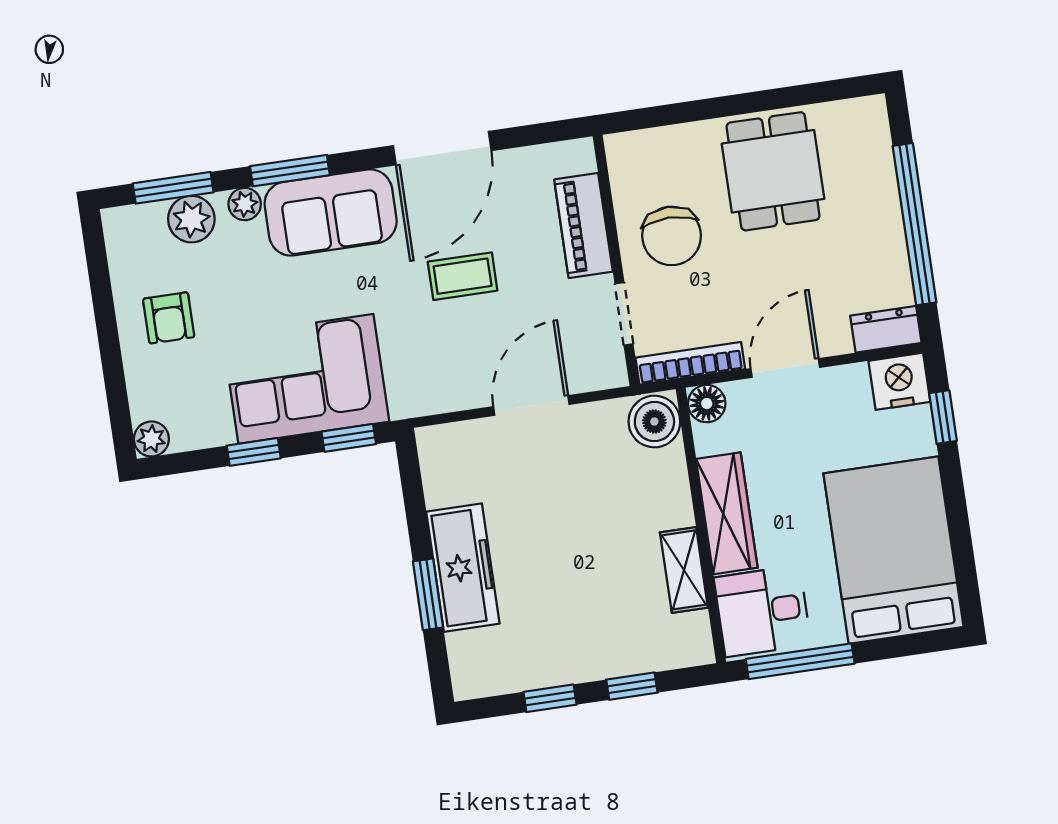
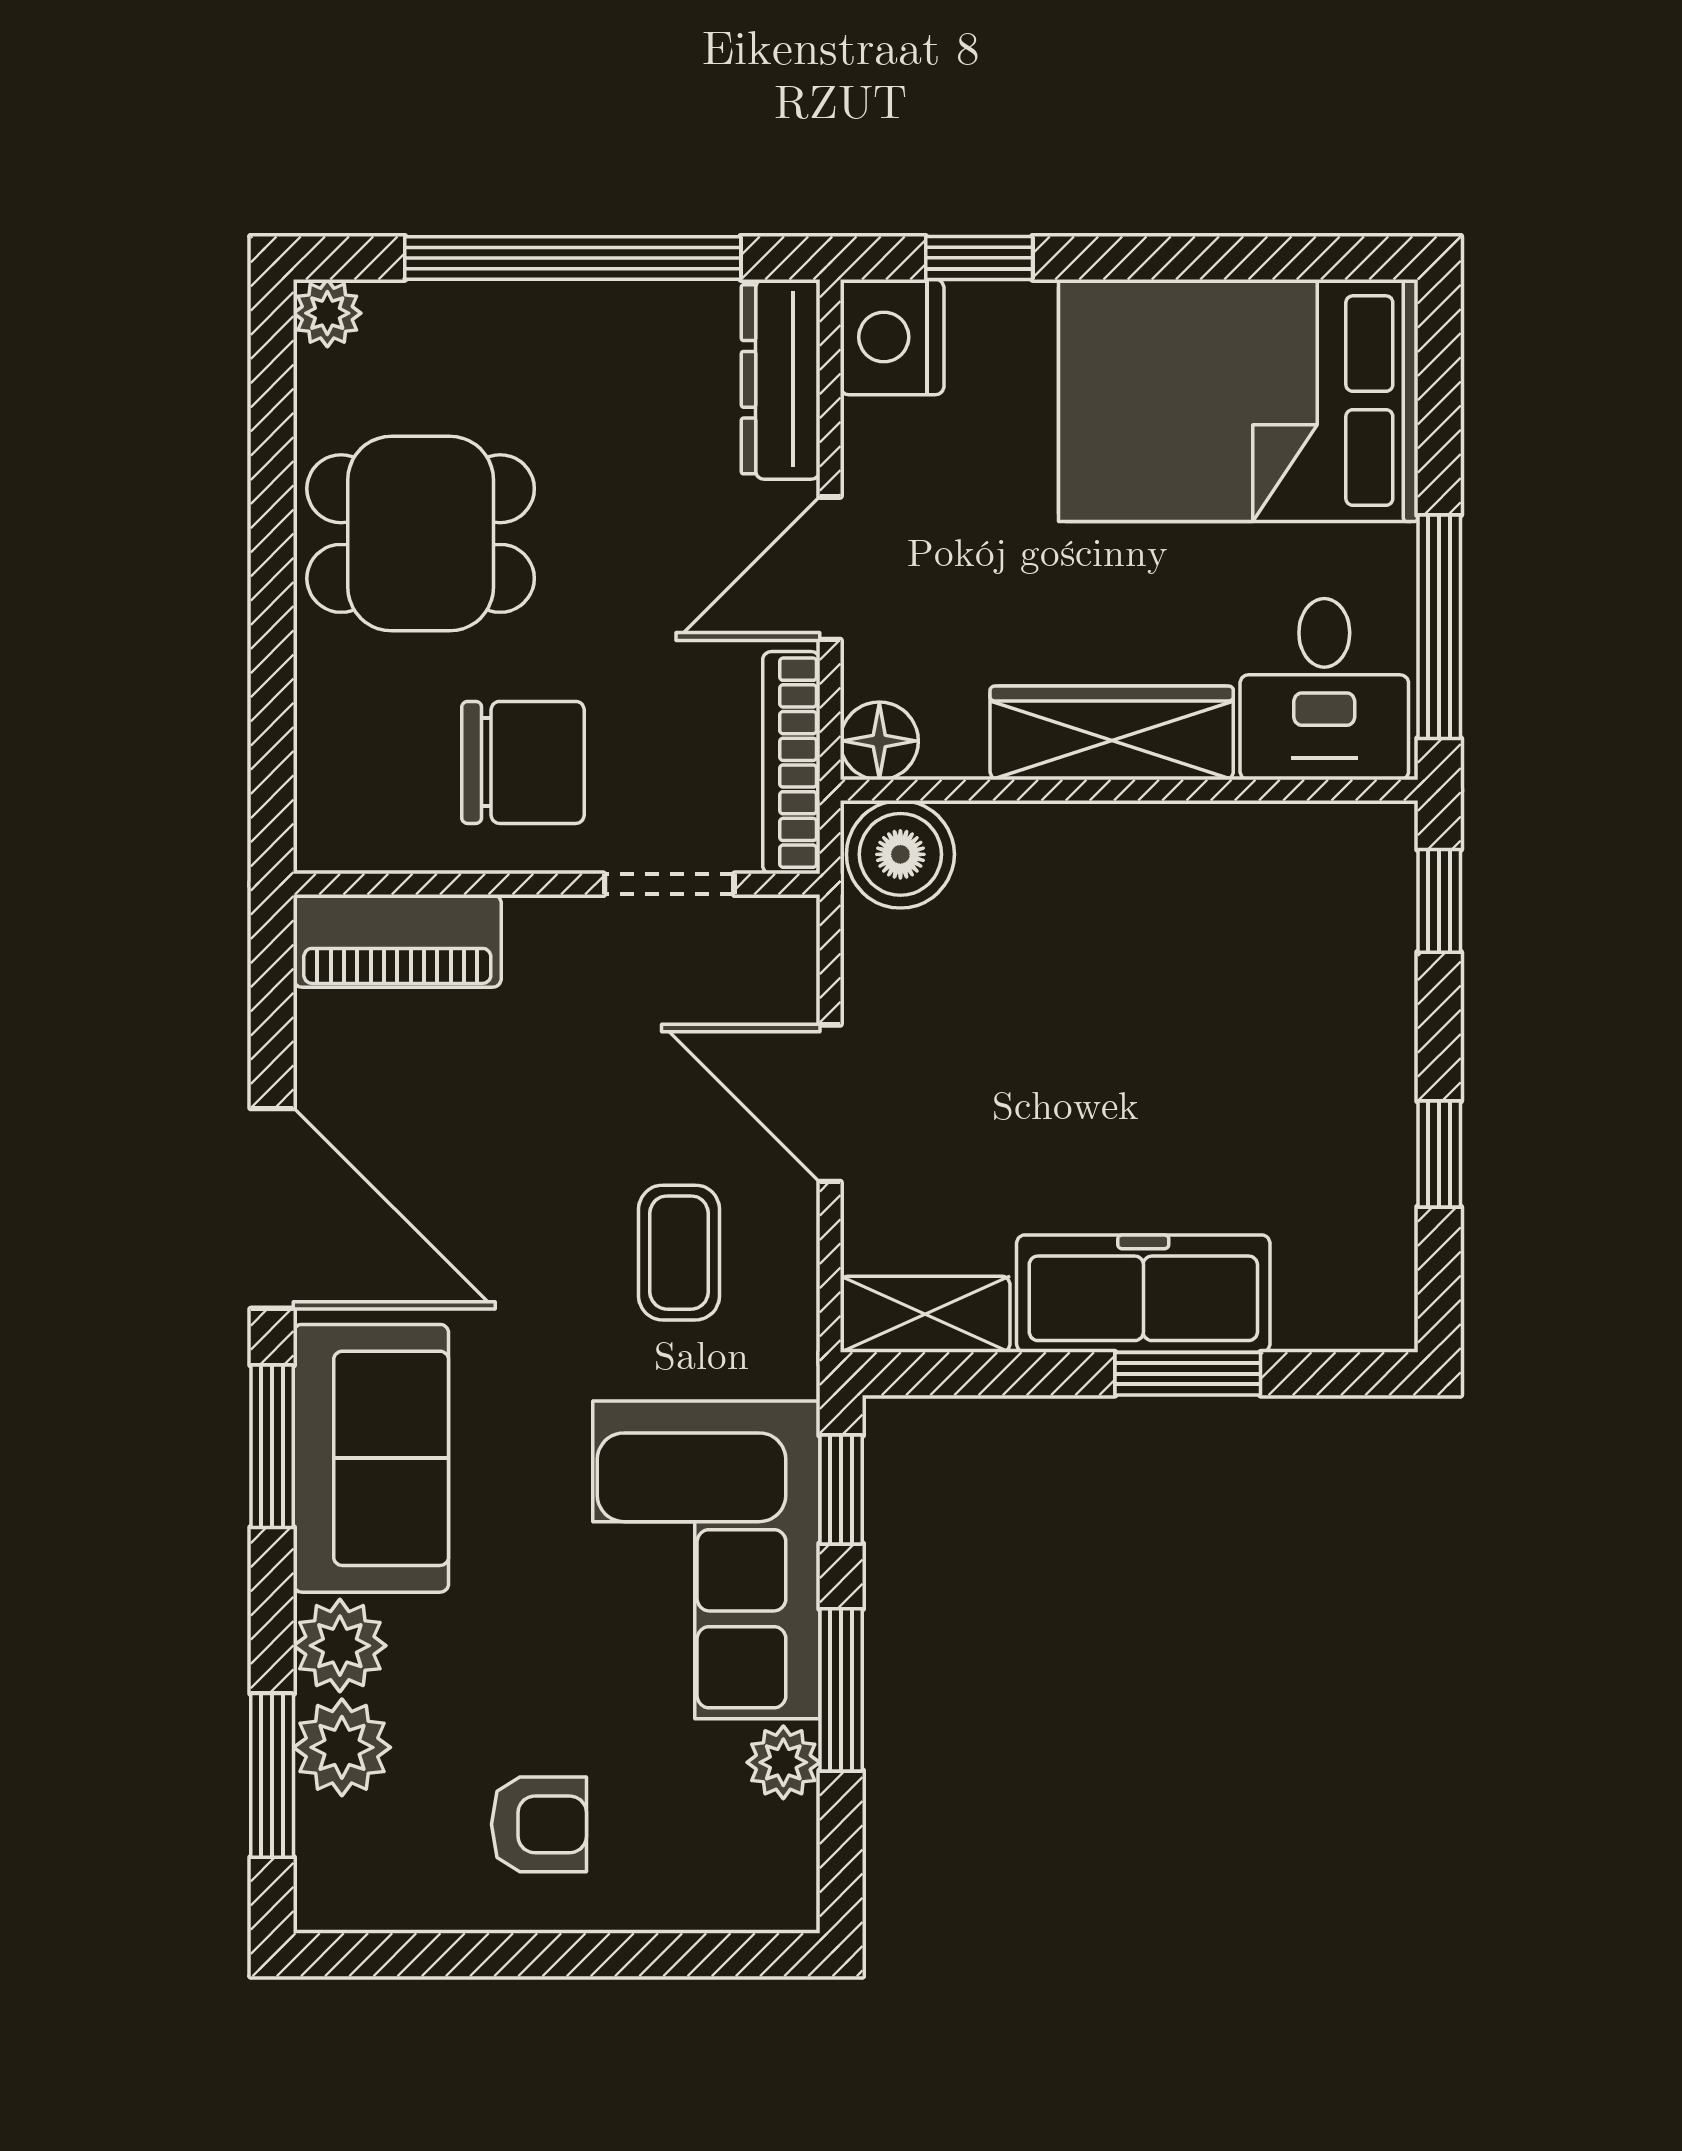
plant: (871, 112) -> (327, 313), added
window: (290, 171) -> (272, 1446), moved
plant: (245, 204) -> (340, 1646), width x1.38, depth x1.38
piano: (583, 226) -> (397, 941), moved
coffee table: (463, 276) -> (679, 1253), moved
dresser: (886, 329) -> (781, 379), width x1.44
door: (785, 368) -> (830, 568), hinge flipped
plant: (151, 439) -> (783, 1762), moved
window: (254, 452) -> (841, 1690), width x1.50
shelving: (684, 570) -> (925, 1314), moved
window: (632, 686) -> (1439, 901), moved

